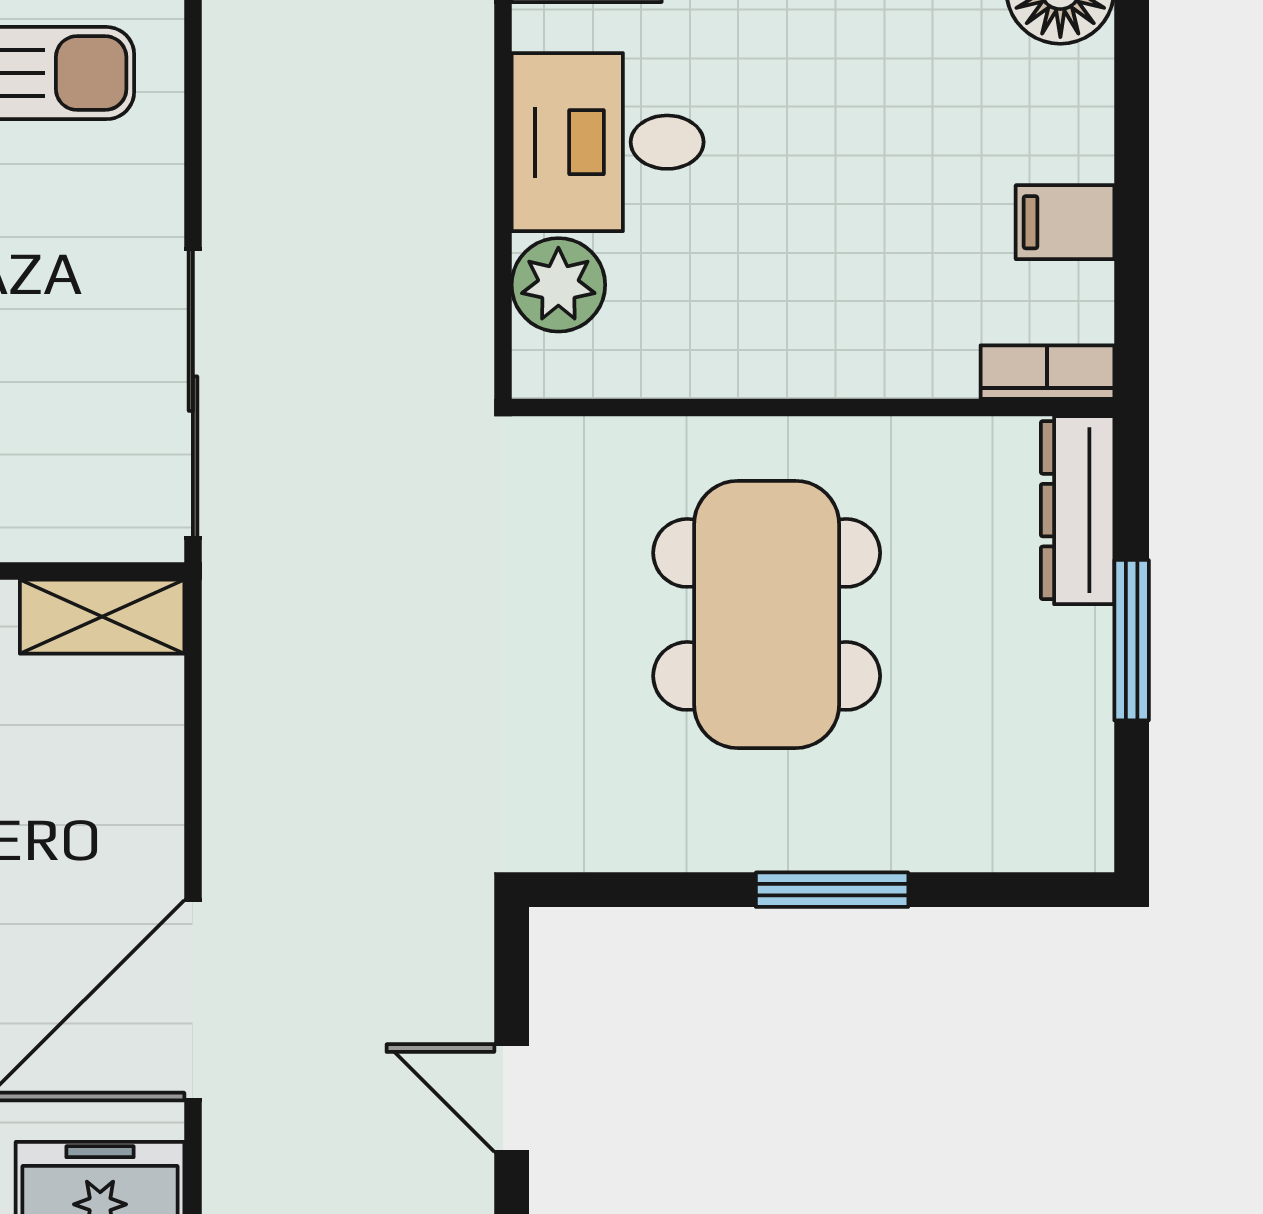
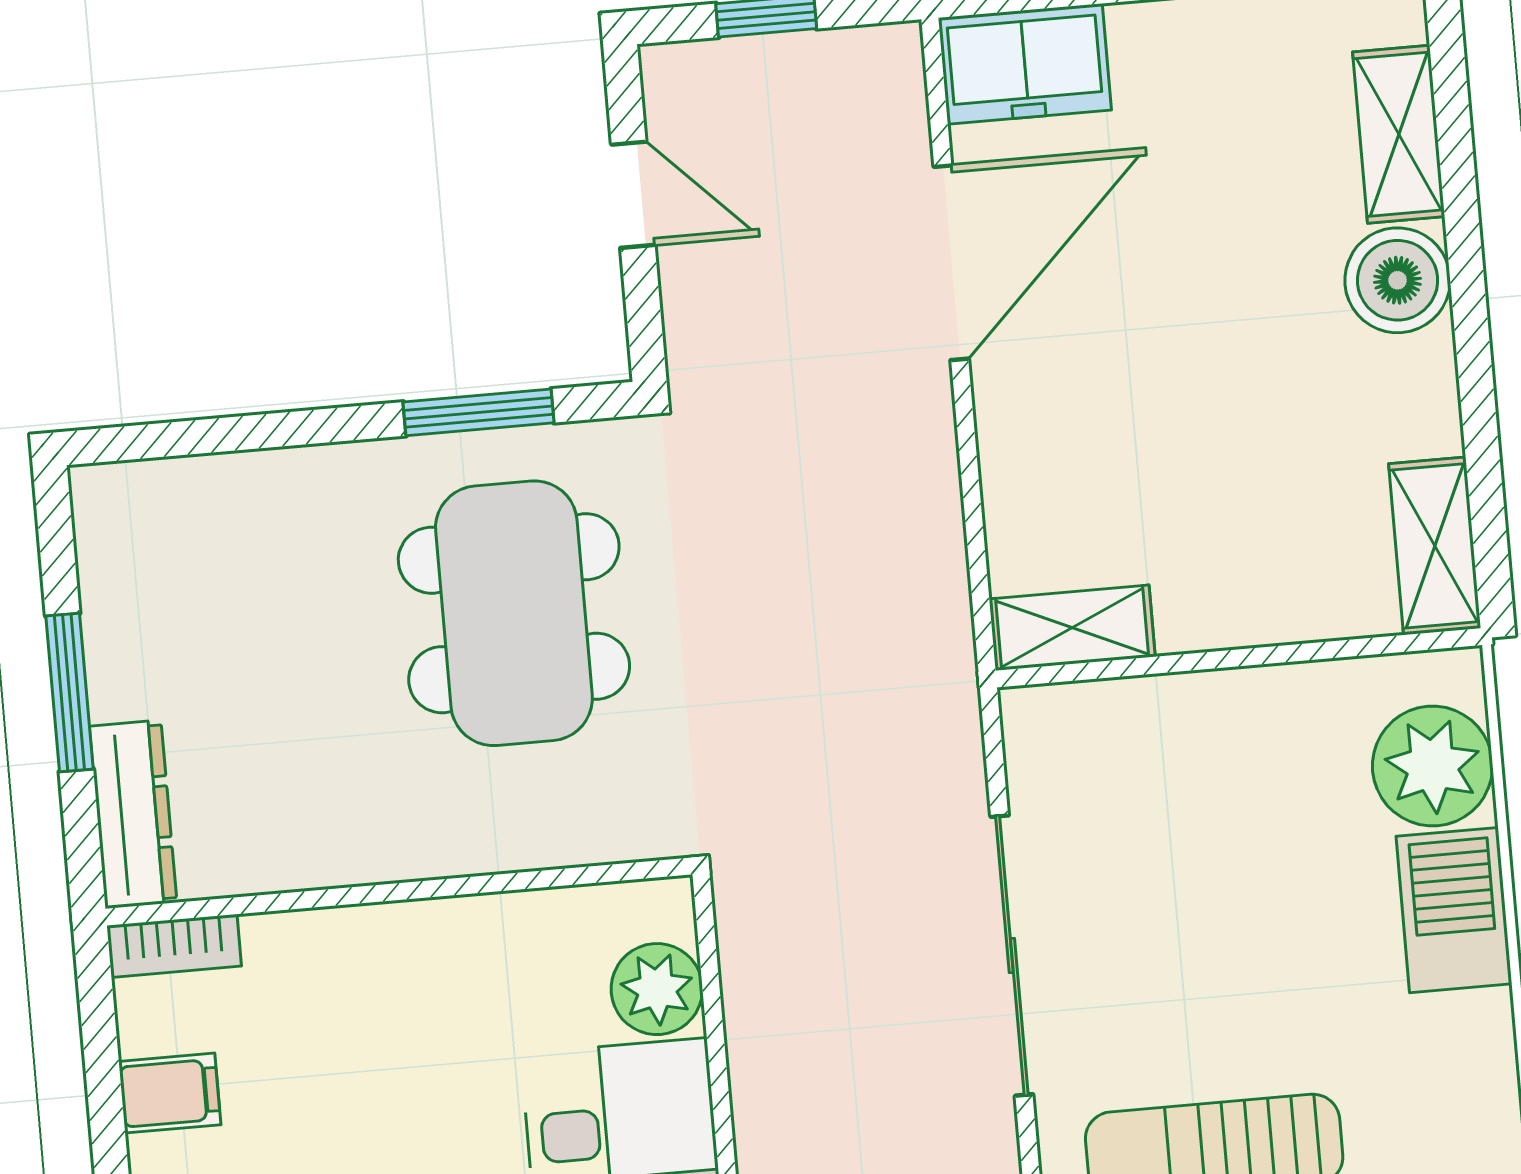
sliding door: (193, 394) -> (1012, 956), moved
dining table: (767, 614) -> (514, 613), moved
window: (832, 890) -> (479, 412), moved

